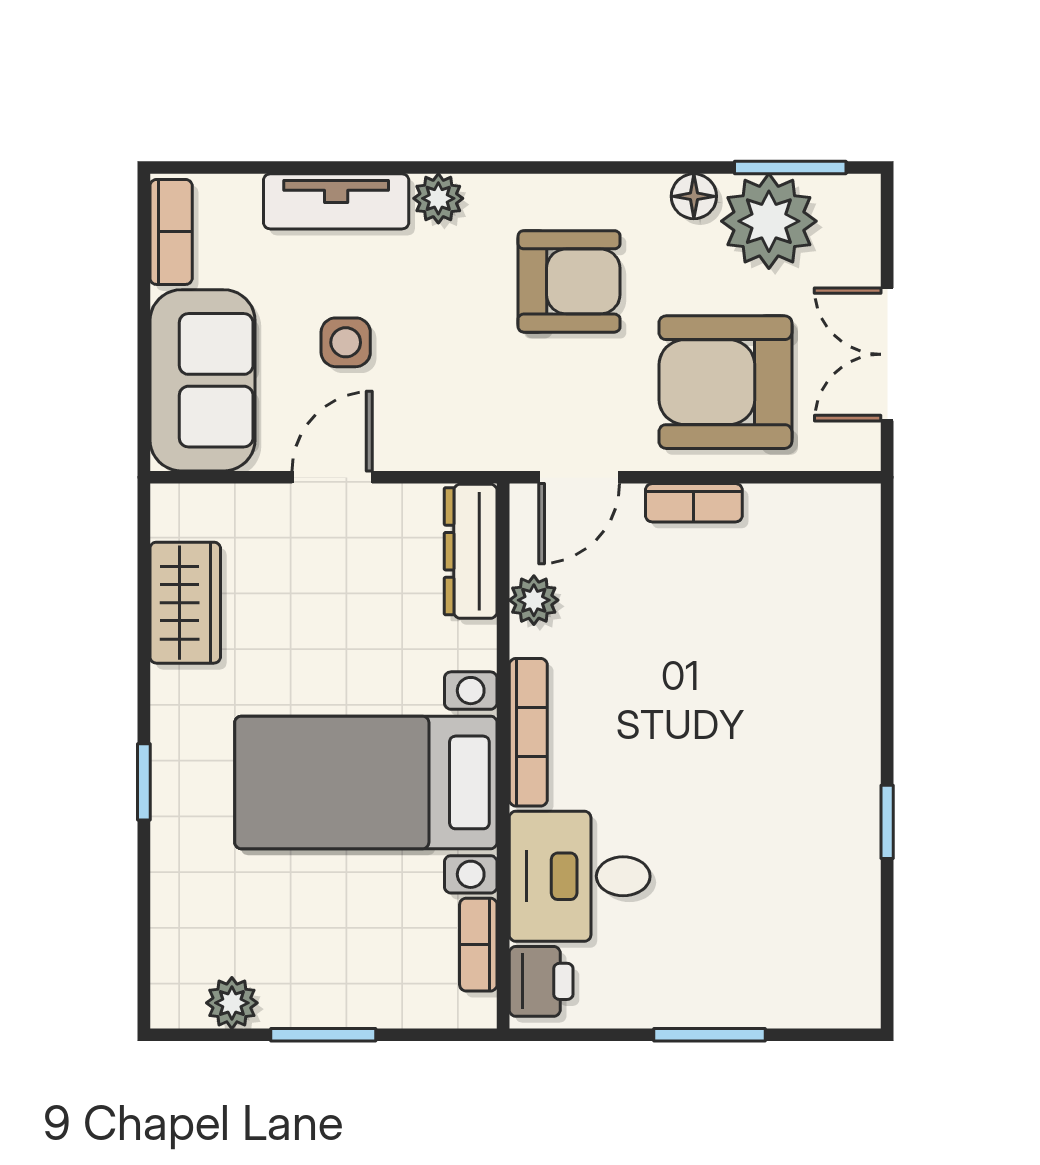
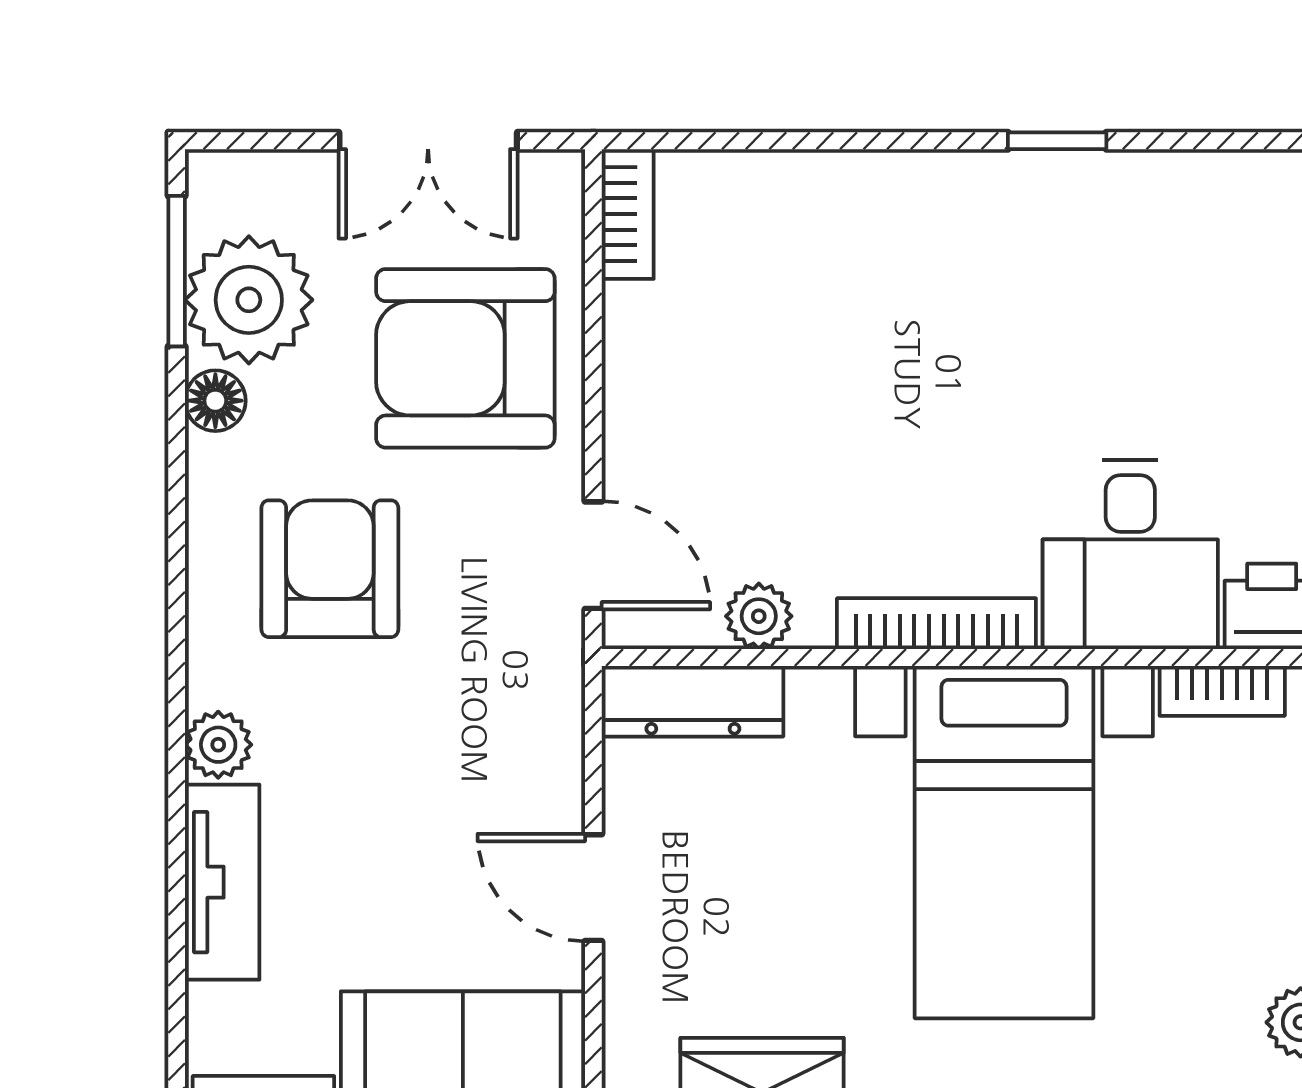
side table: (346, 342) -> (412, 869), removed
armchair: (725, 382) -> (465, 358), turned 90
bookcase: (694, 503) -> (628, 214), moved

